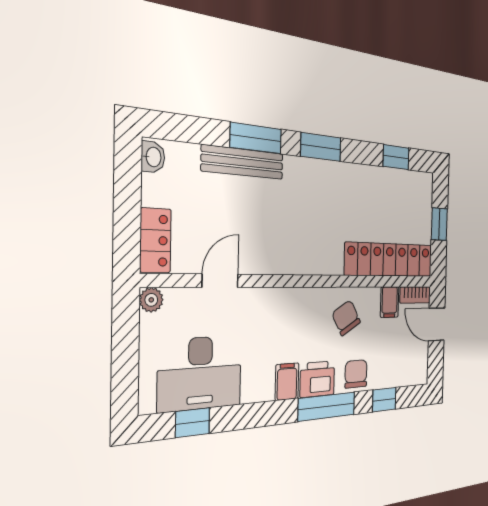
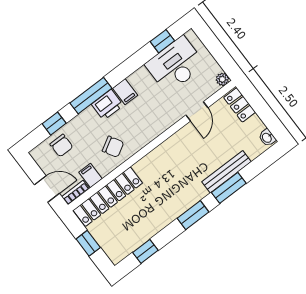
chair: (356, 374) -> (61, 146), moved

